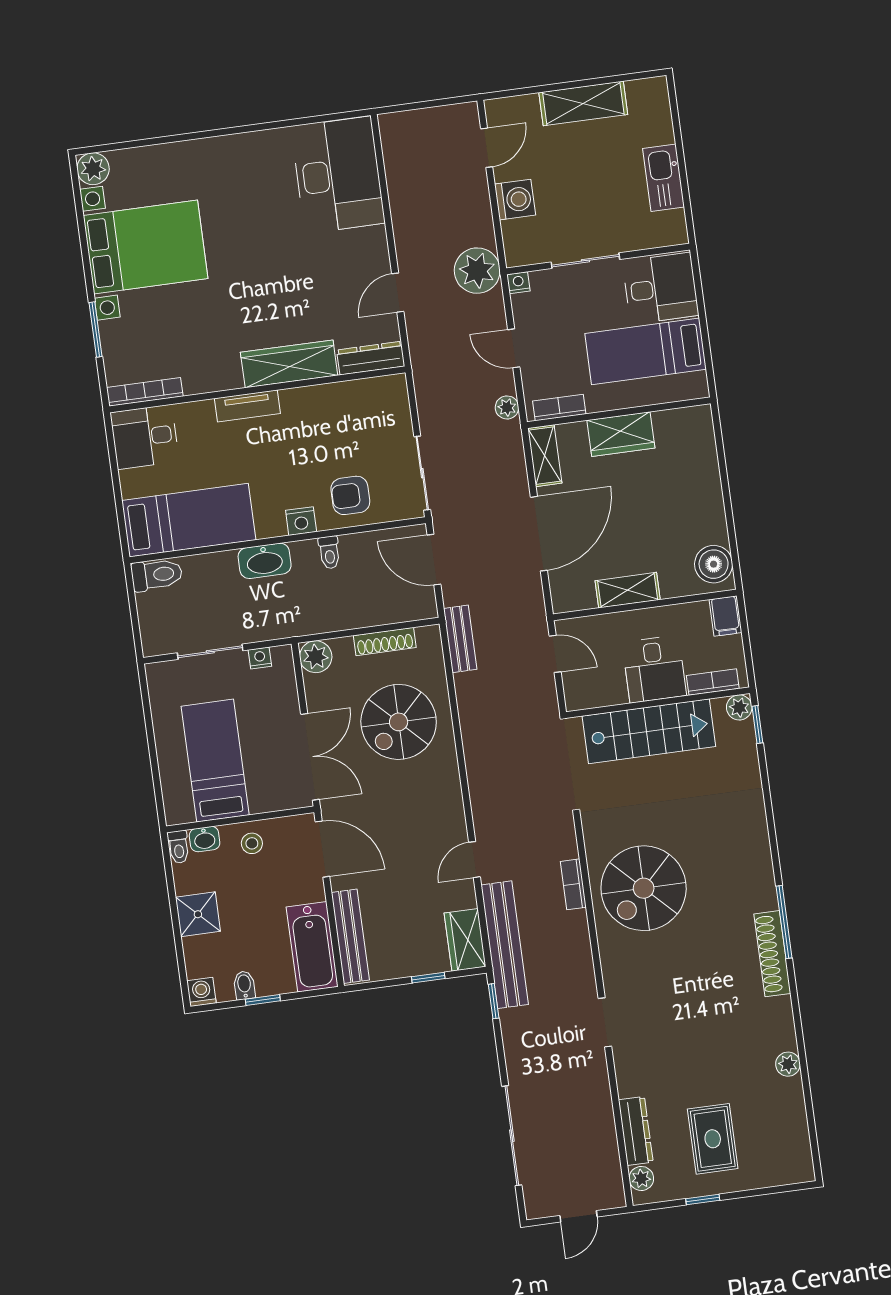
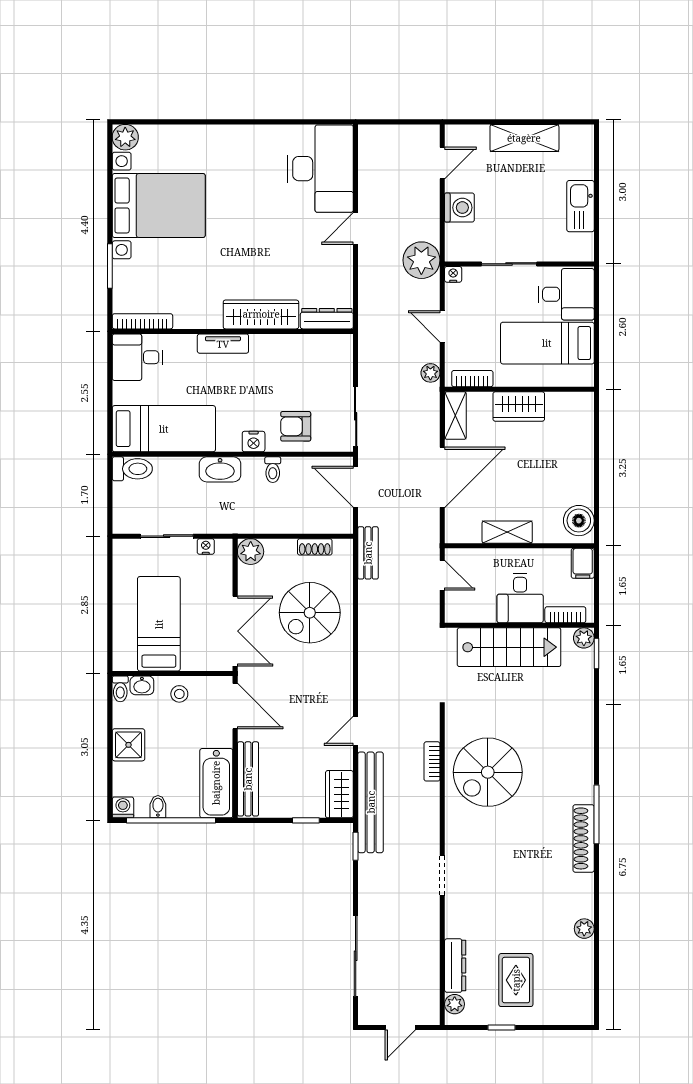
door: (398, 293) -> (356, 228), moved
shoe rack: (385, 642) -> (315, 547), width x0.70
window: (263, 1000) -> (171, 820), width x3.17

